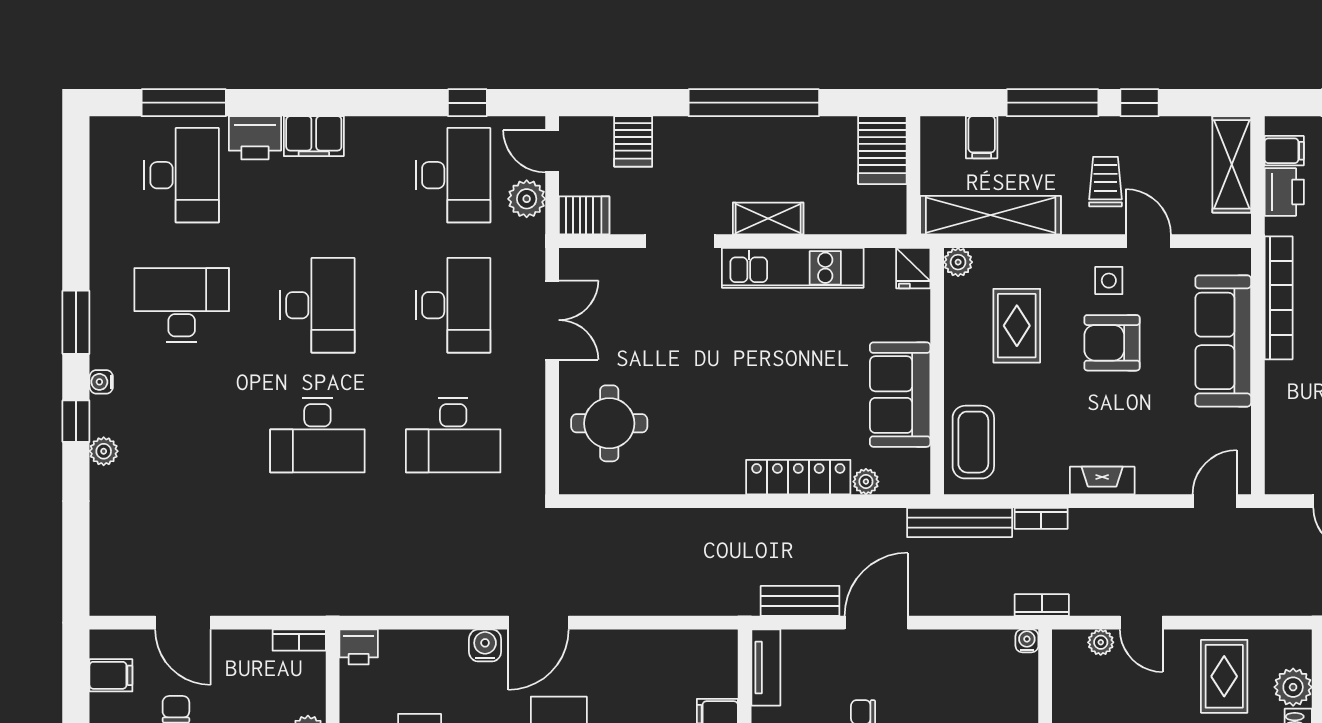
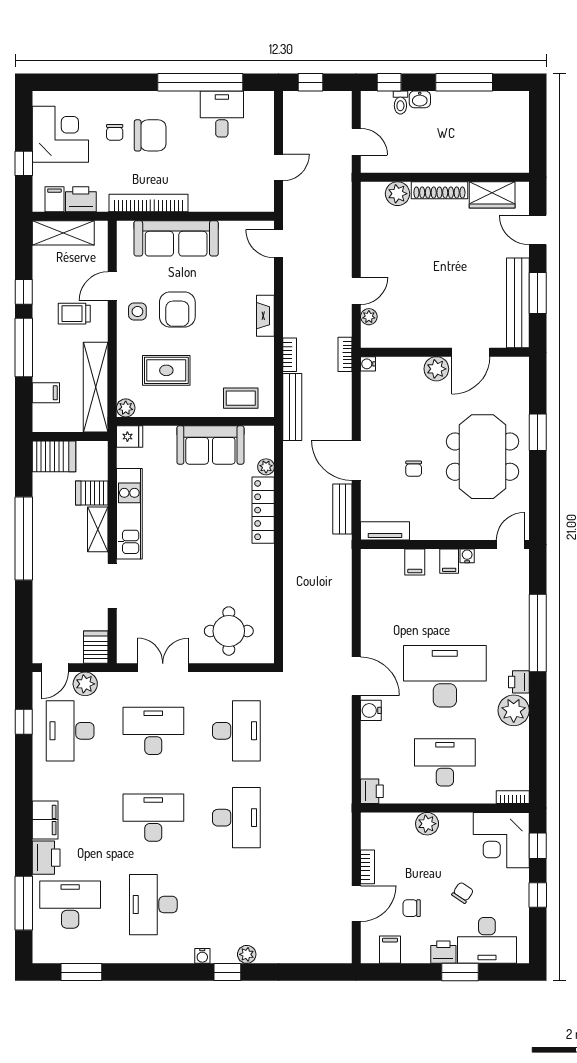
server rack: (633, 141) -> (92, 493), moved, turned 180
desk: (453, 175) -> (70, 731), turned -90
window: (76, 322) -> (81, 972), moved
coffee table: (973, 442) -> (241, 398), width x0.73, depth x0.77
bookcase: (299, 640) -> (367, 867), moved
rug: (1224, 676) -> (391, 238), removed

